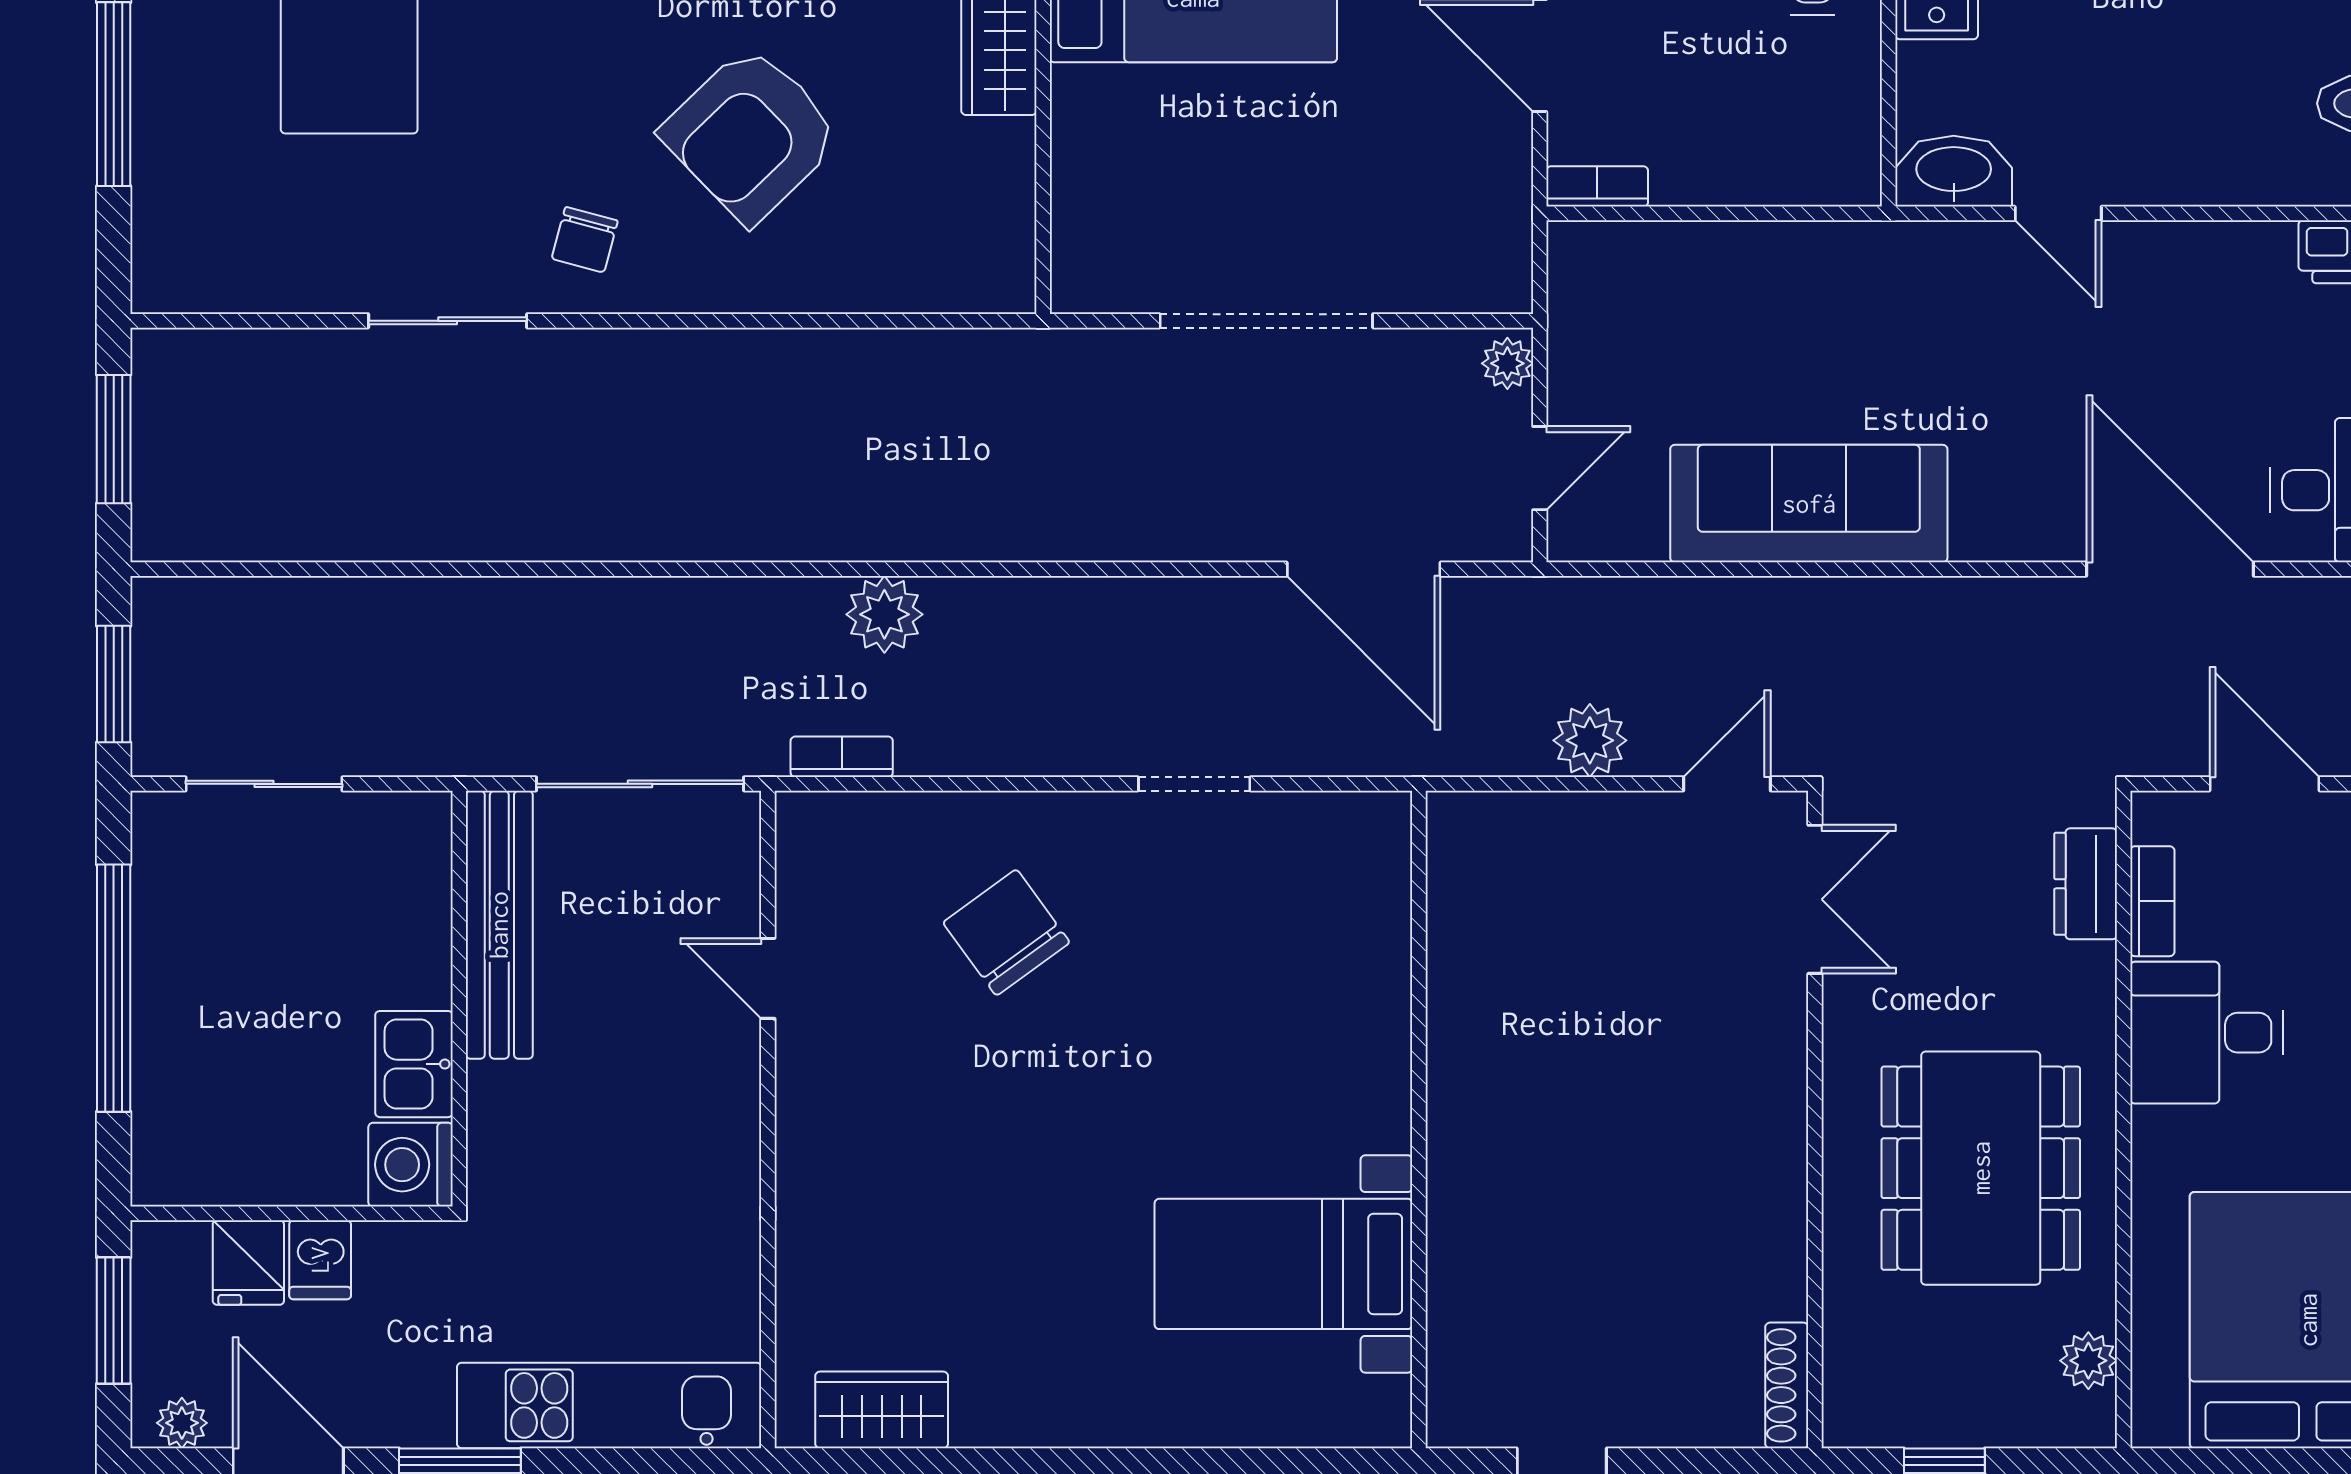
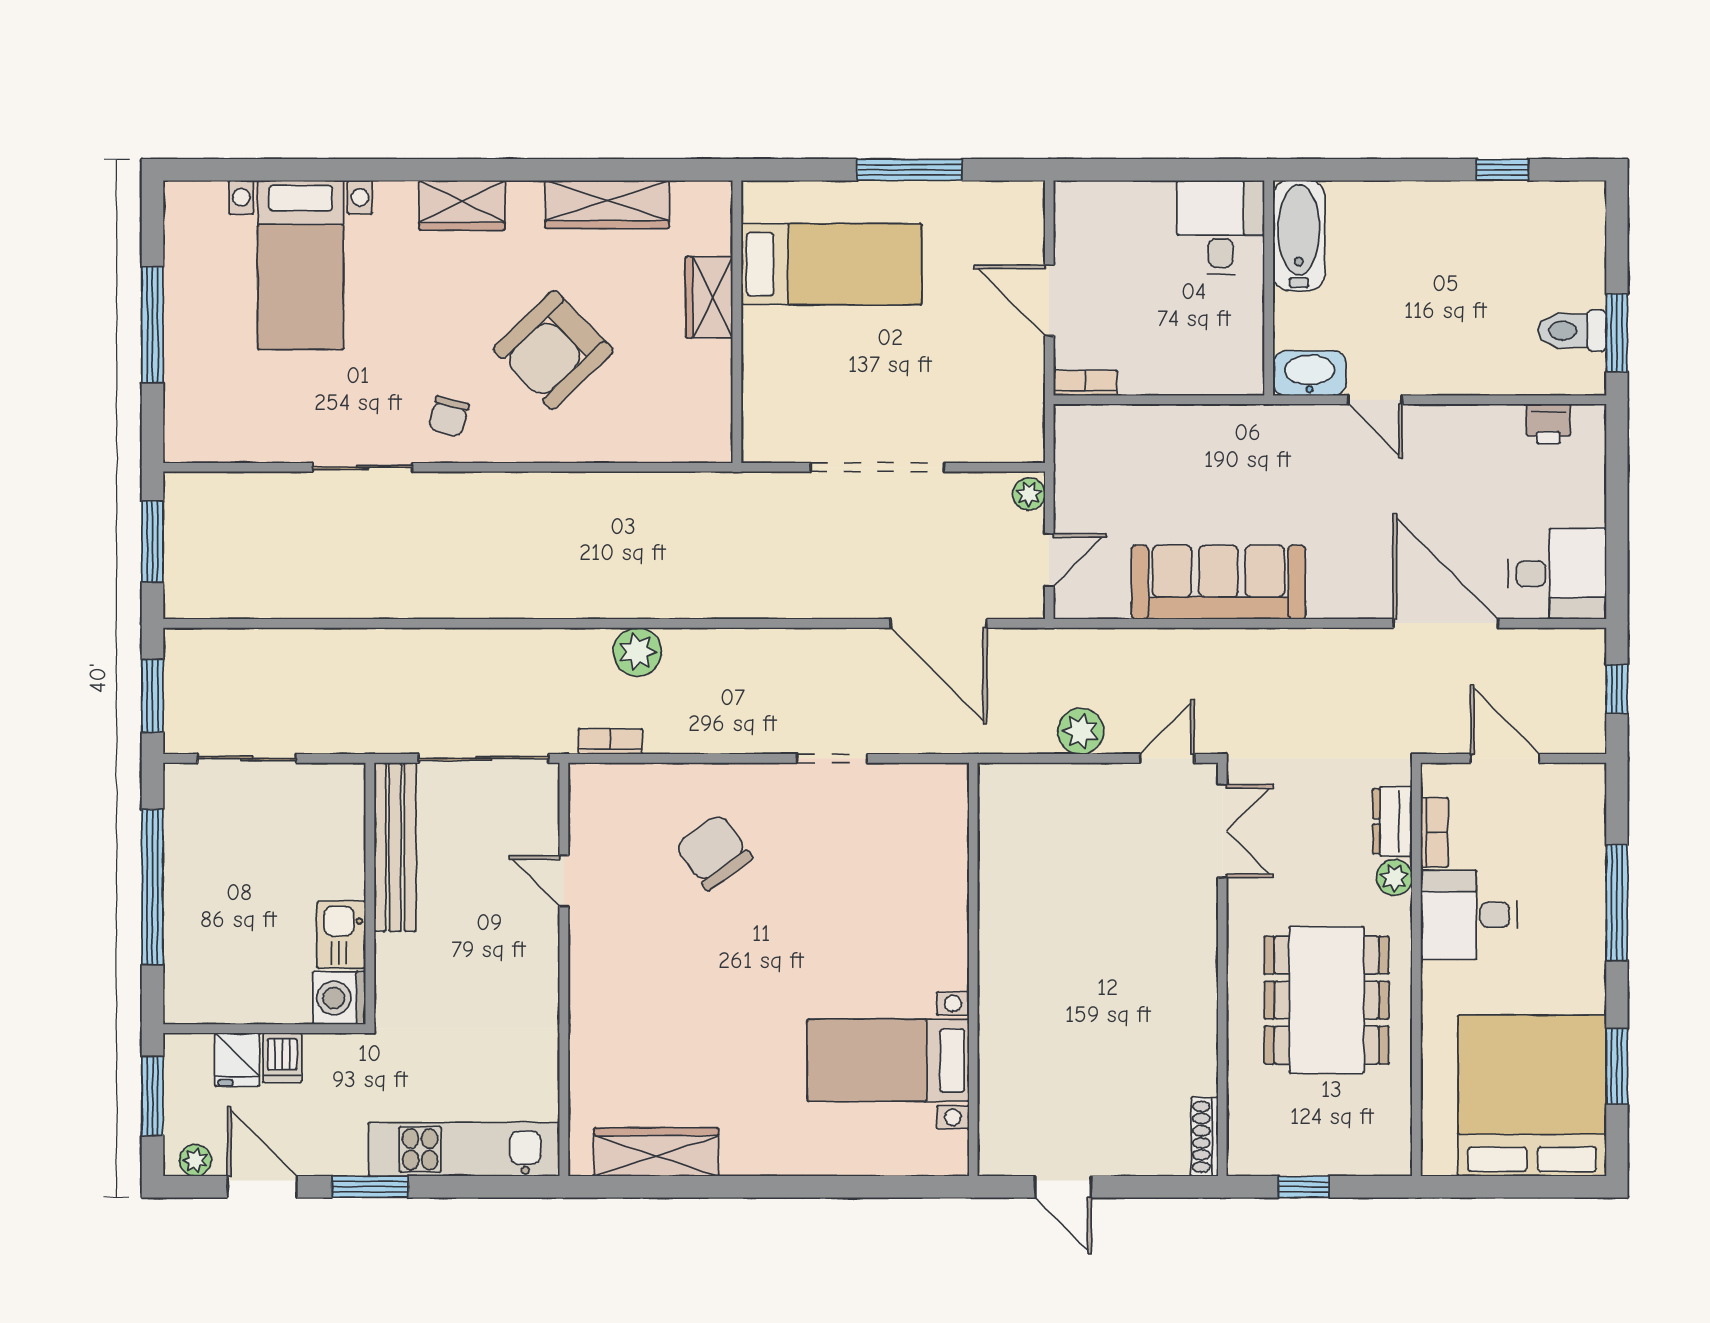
plant: (2088, 1361) -> (1394, 878), moved
wardrobe: (882, 1410) -> (656, 1152), width x1.50

